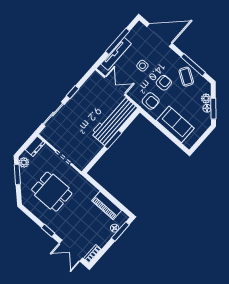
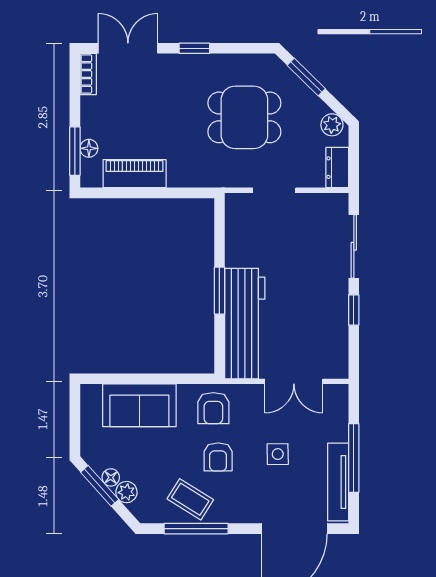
tv unit: (116, 54) -> (338, 482), moved
armchair: (151, 101) -> (213, 408), turned -90
window: (17, 174) -> (306, 77), moved

